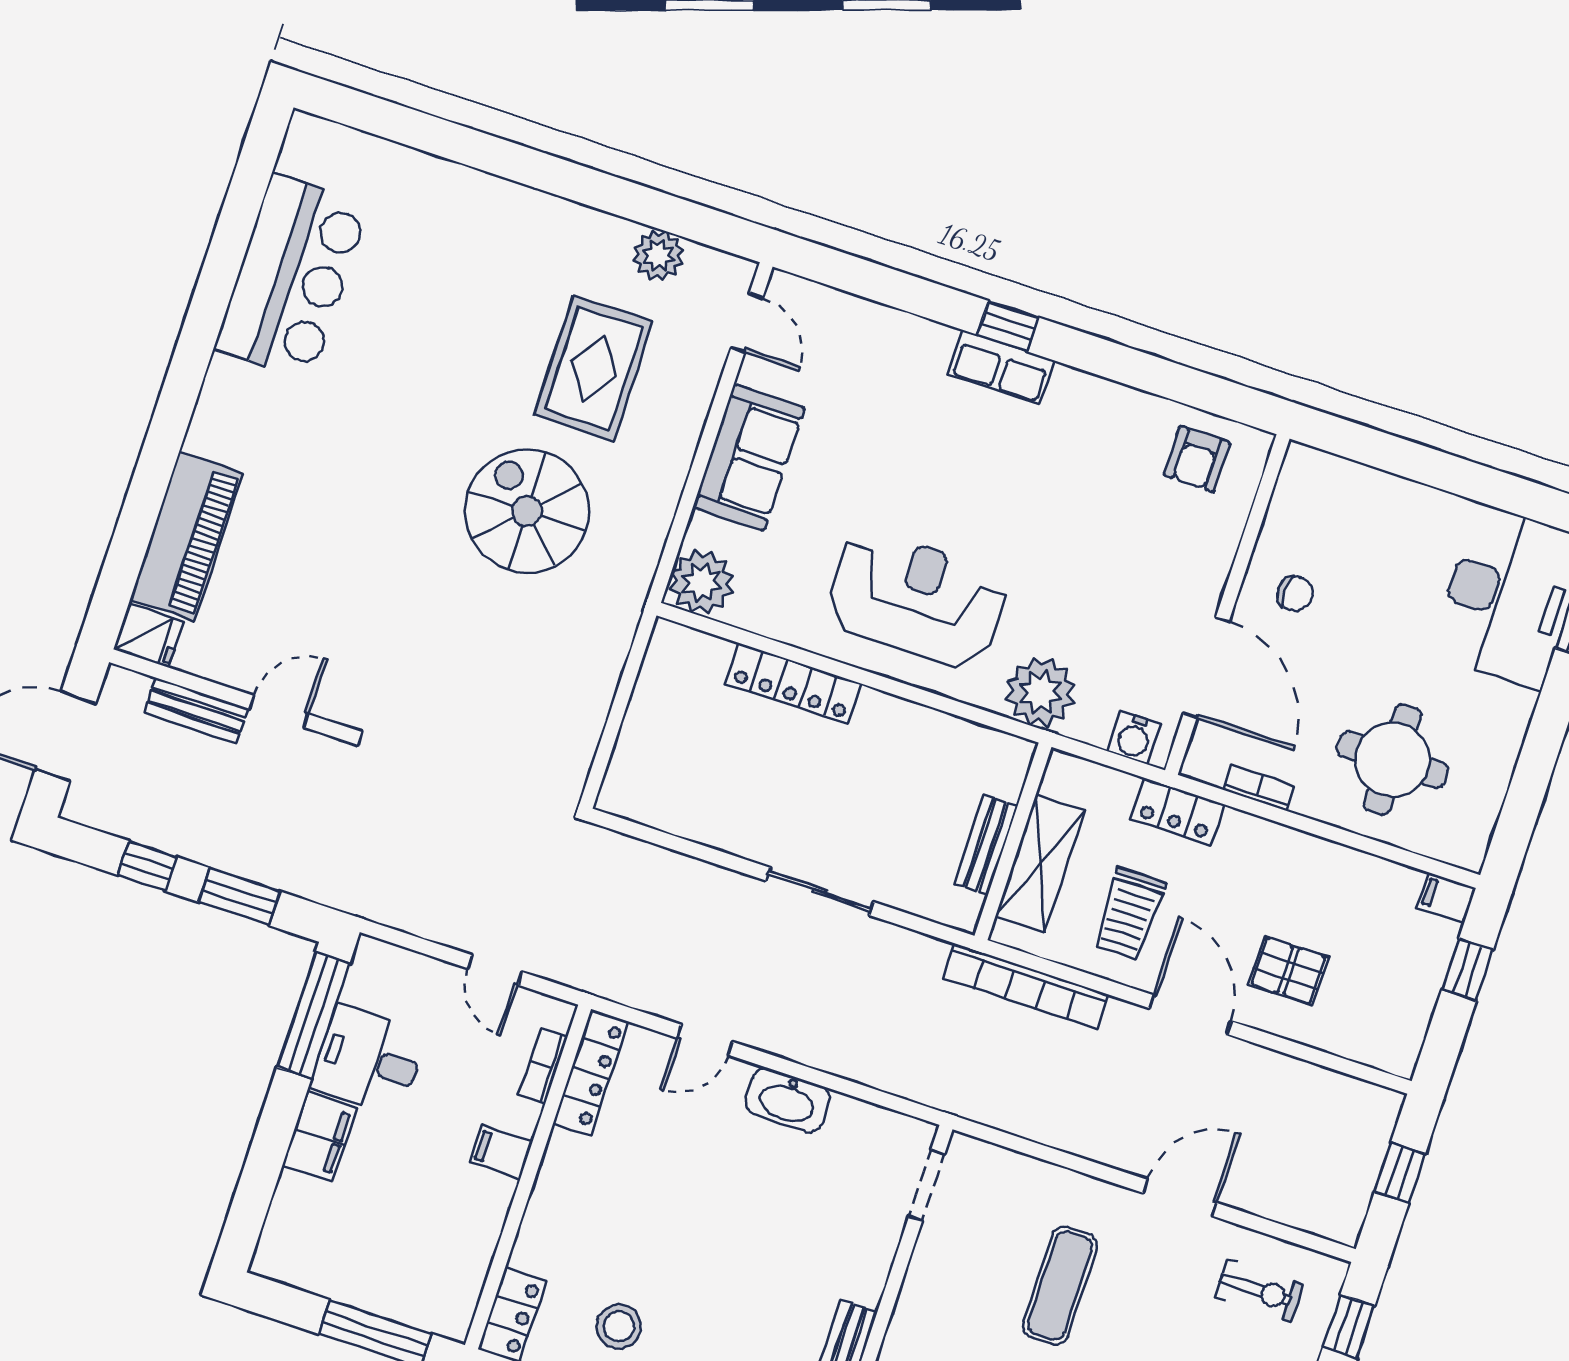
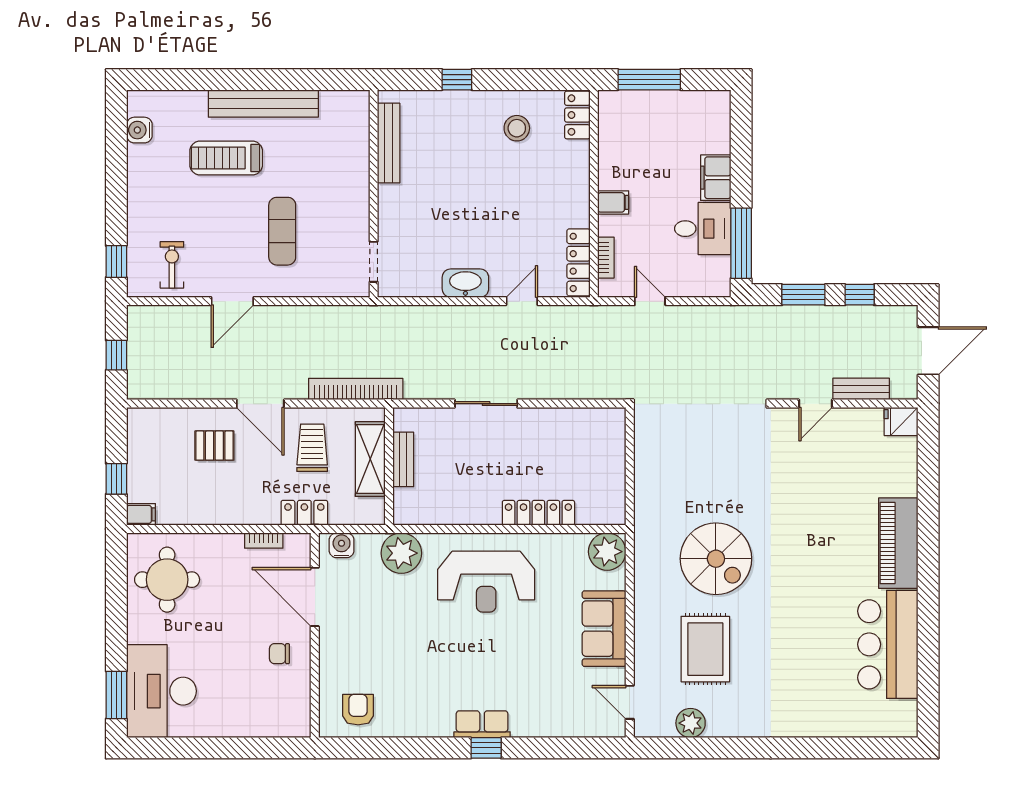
piano: (187, 536) -> (898, 543), moved
round table: (1392, 760) -> (167, 580), moved
exercise bike: (1259, 1290) -> (172, 265), turned 90

